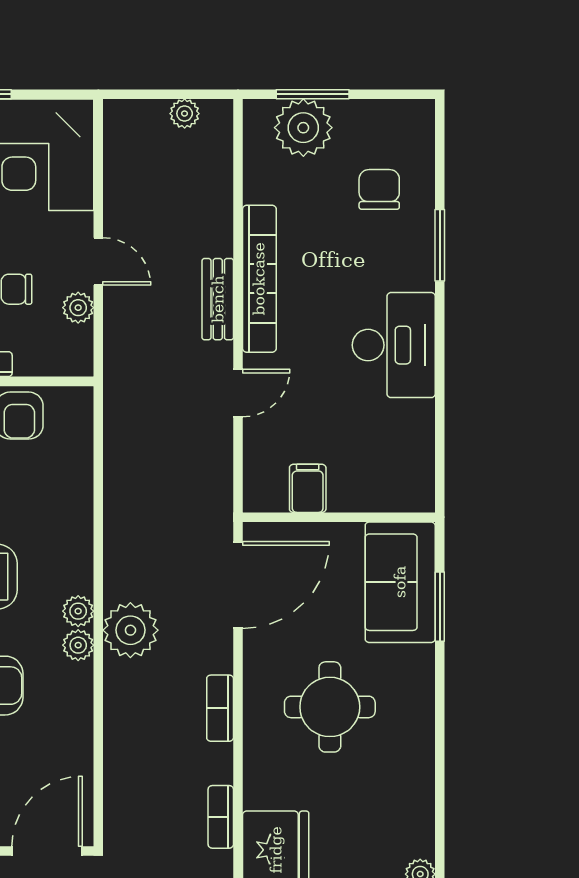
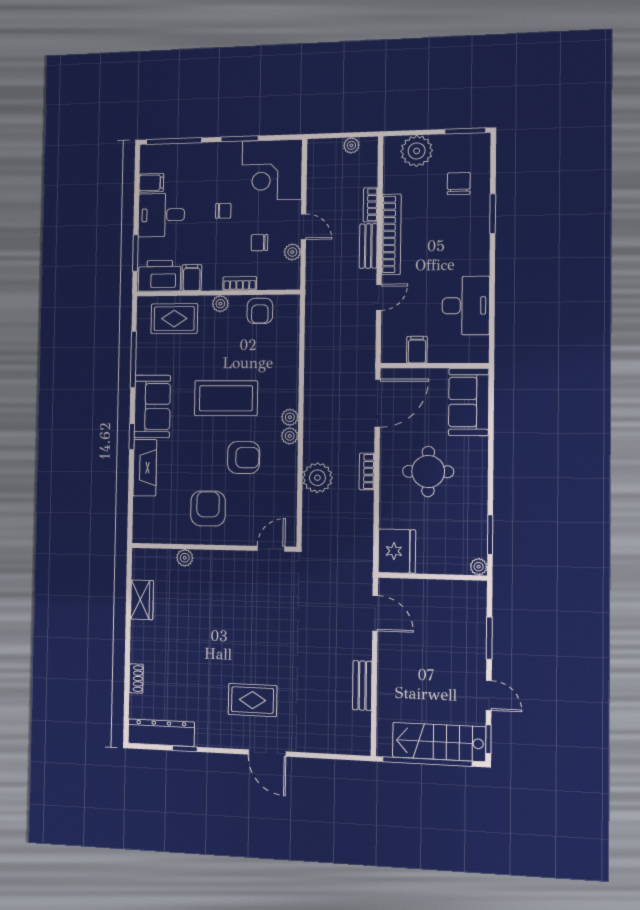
window: (313, 94) -> (465, 131), moved
desk: (394, 345) -> (466, 306), moved
window: (440, 607) -> (490, 535), moved
plant: (130, 630) -> (317, 478), moved
bookcase: (221, 817) -> (370, 205), moved
door: (47, 851) -> (271, 549), width x0.73

